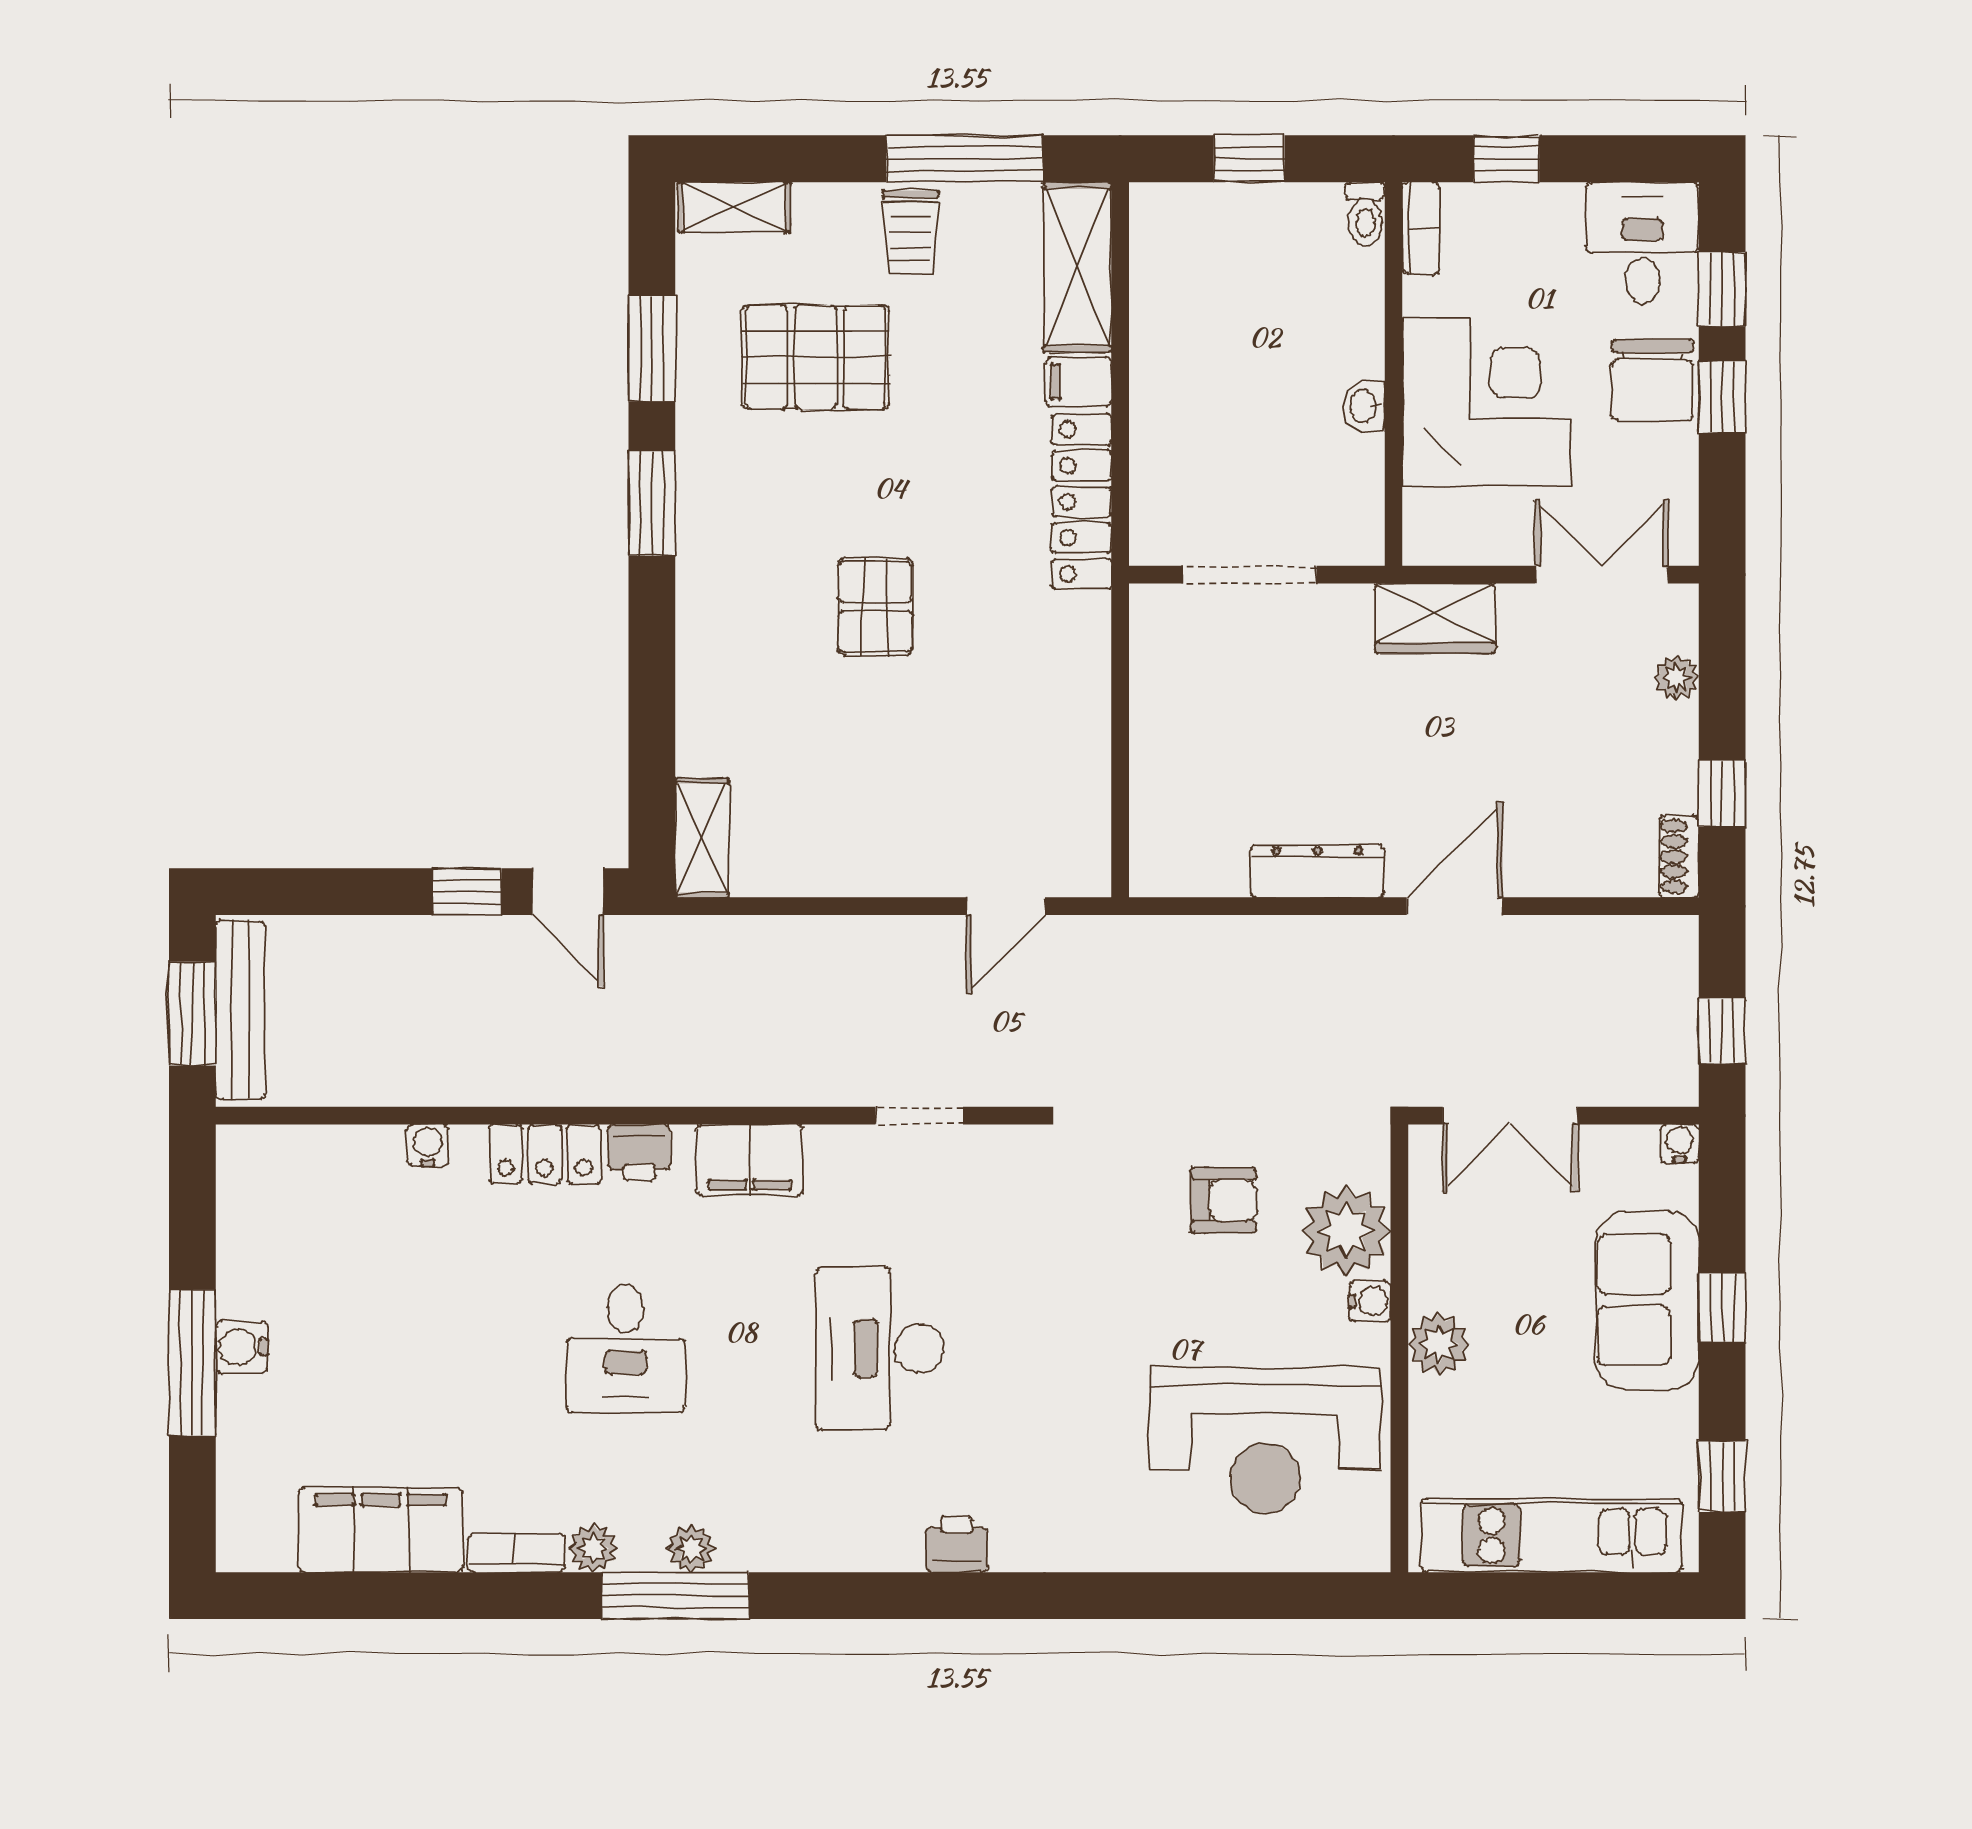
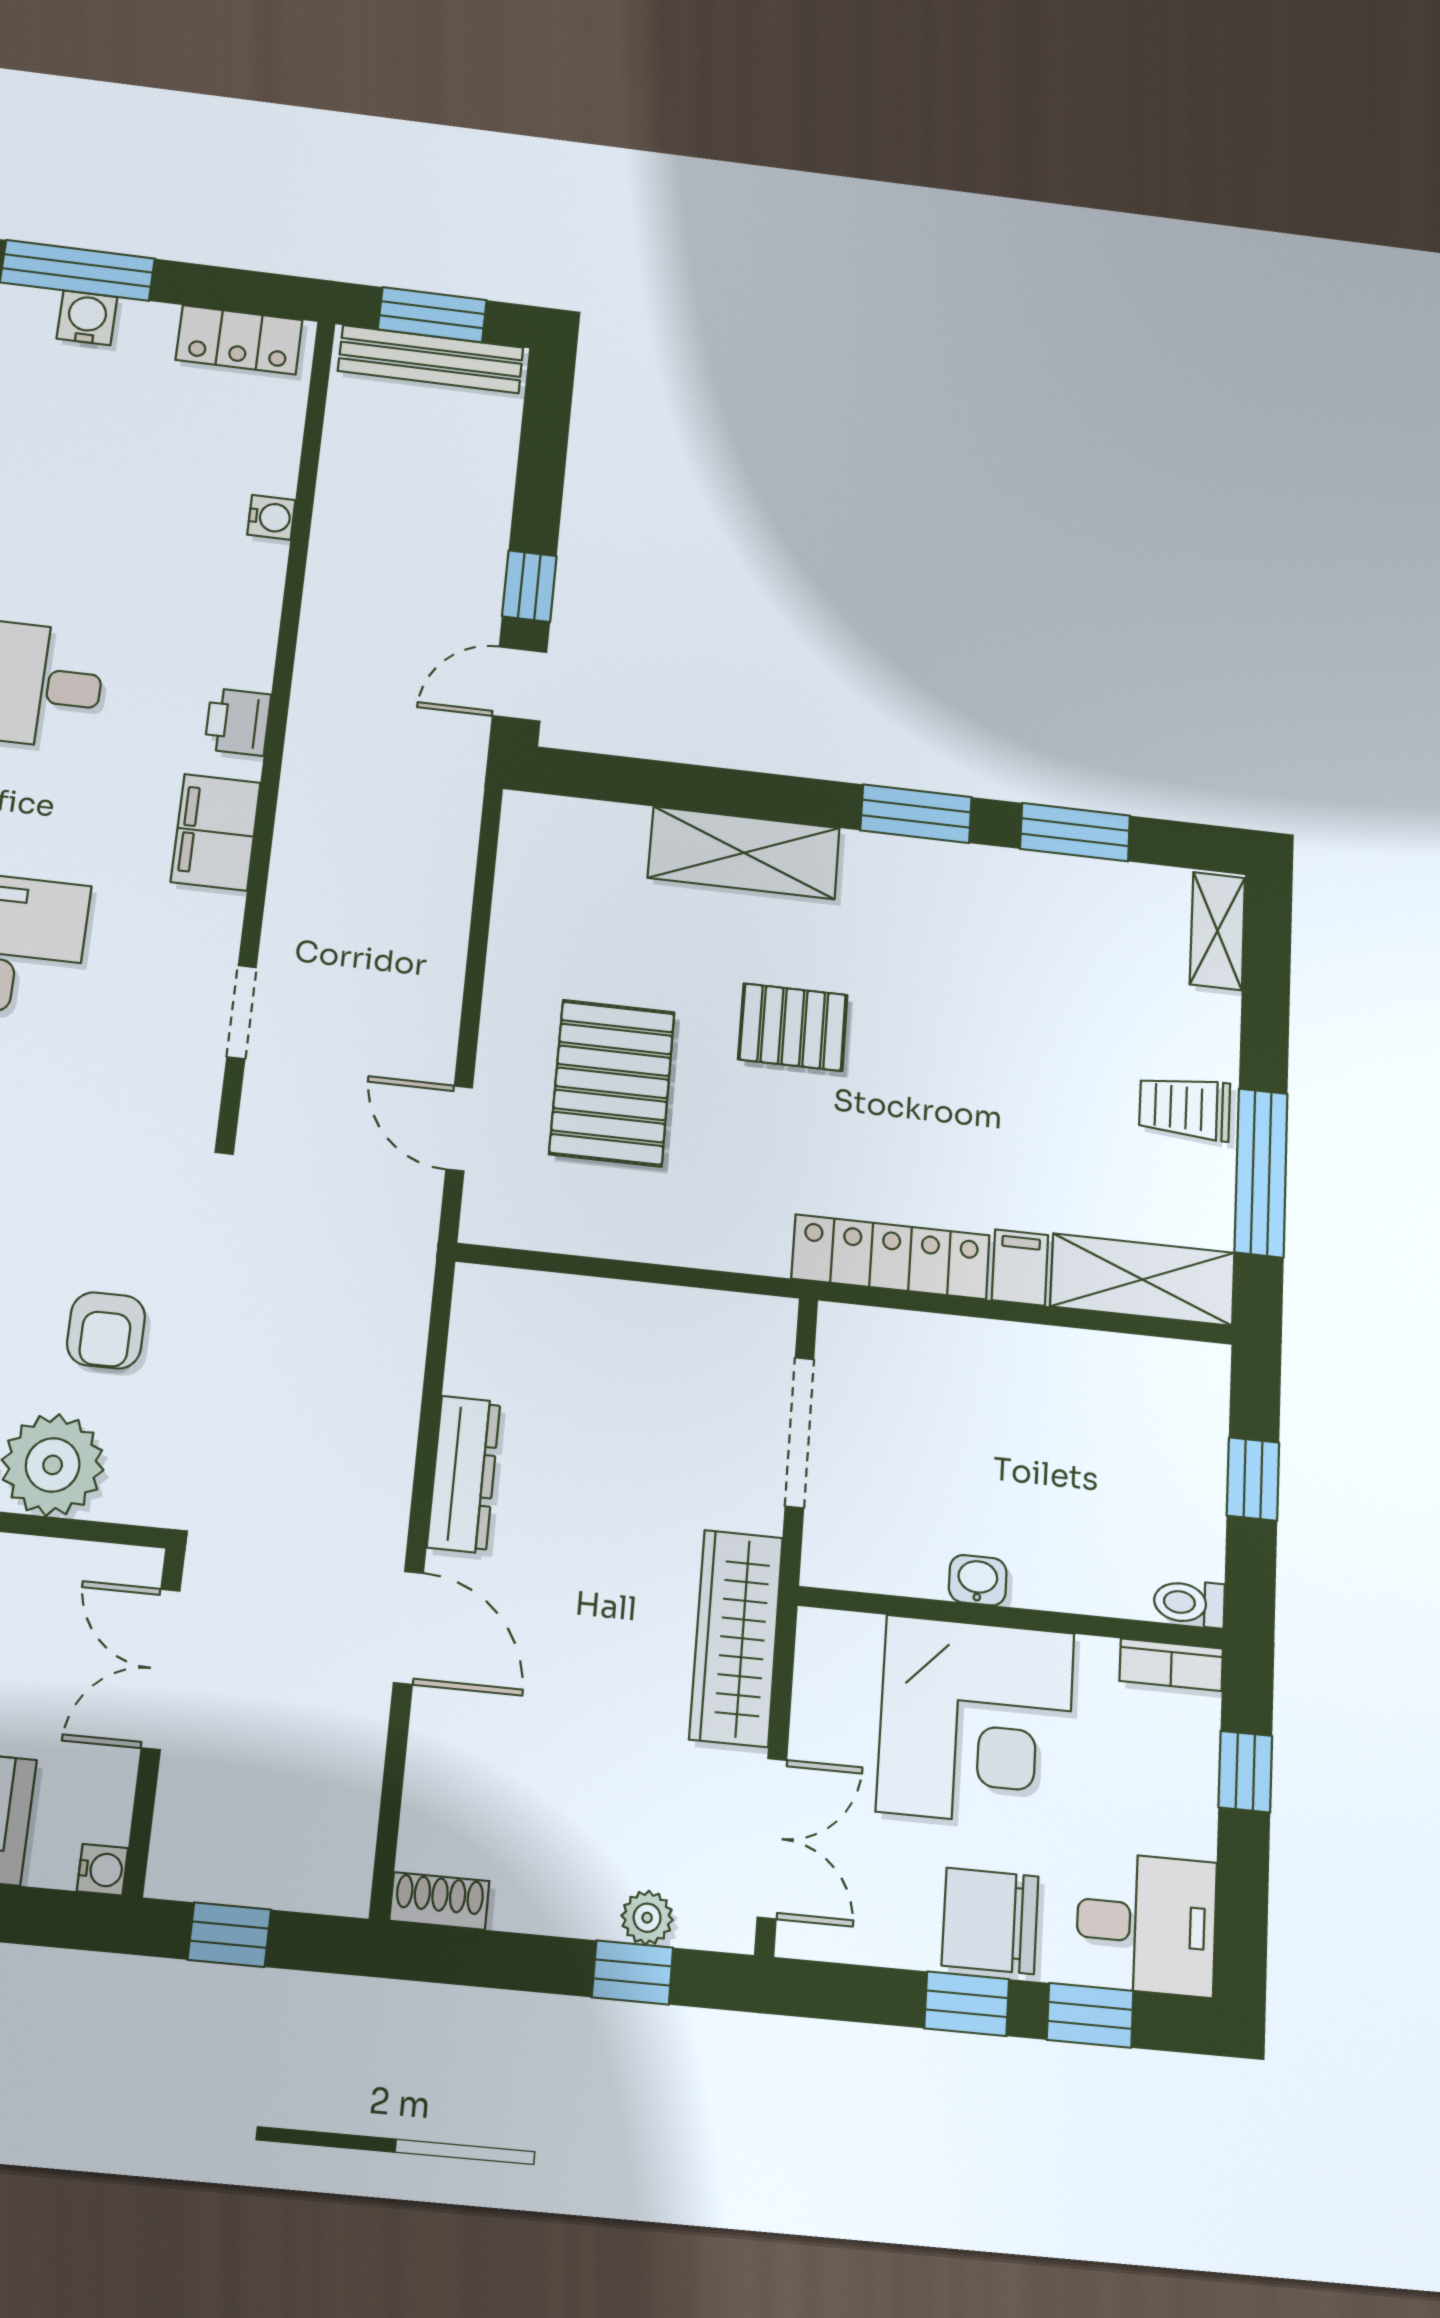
pallet: (815, 357) -> (612, 1083), moved
wardrobe: (1435, 618) -> (736, 1638), width x1.50
window: (1722, 794) -> (632, 1972), moved
shelving: (702, 838) -> (744, 853), moved, width x1.50, depth x1.33
locker: (545, 1154) -> (239, 340), moved, turned -90

